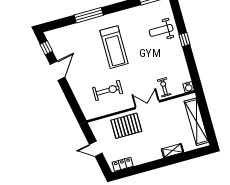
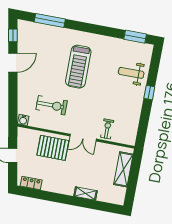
window: (89, 15) -> (50, 21), moved
water cooler: (189, 87) -> (23, 120), moved
double door: (147, 105) -> (83, 138), swing flipped
shelving: (196, 122) -> (123, 169), width x0.68

